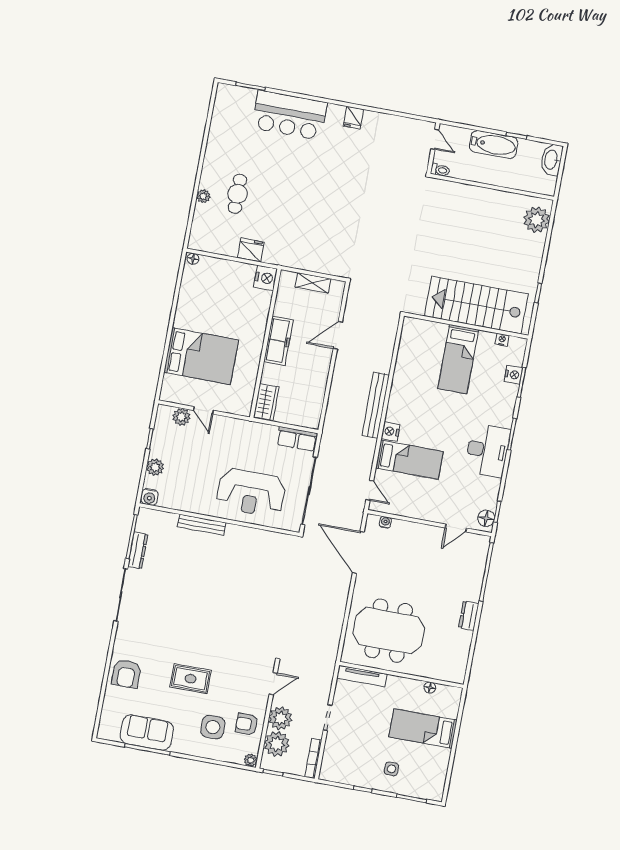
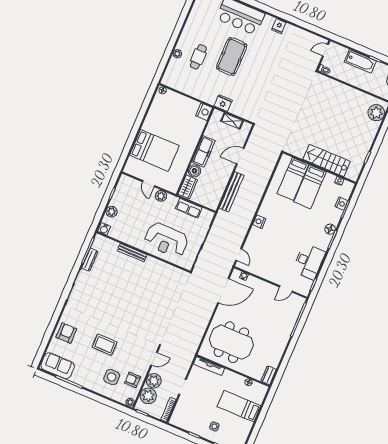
door: (435, 139) -> (325, 50), swing flipped
pool table: (290, 182) -> (232, 57), added
fridge: (251, 250) -> (223, 103), moved
stairs: (476, 305) -> (327, 160), width x0.73, depth x0.66
boiler: (271, 374) -> (194, 171), added
bench: (376, 405) -> (232, 192), moved
plant: (181, 417) -> (161, 196), moved
row of seats: (297, 439) -> (189, 208), moved
desk: (487, 450) -> (309, 262), moved
bed: (409, 460) -> (293, 179), moved, turned 90
floor lamp: (486, 518) -> (330, 229), moved
door: (358, 552) -> (223, 291), swing flipped
dresser: (469, 616) -> (269, 375), moved
armchair: (126, 674) -> (66, 333), turned 180
sofa: (147, 732) -> (58, 366), moved

